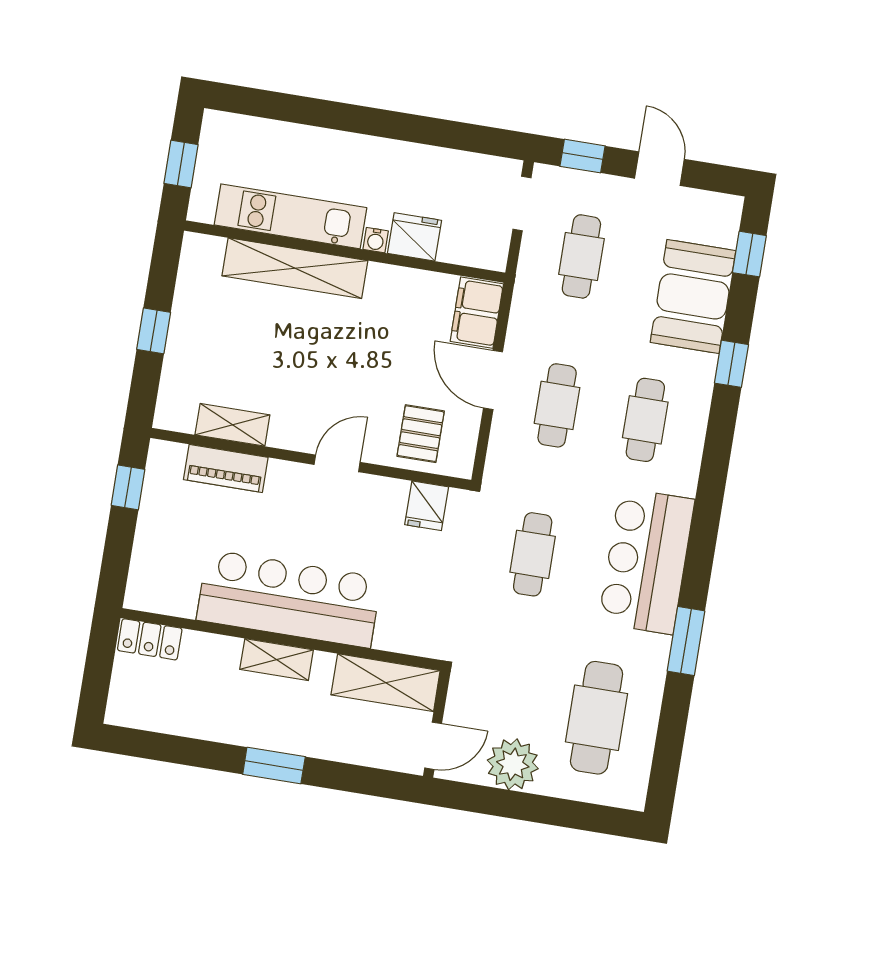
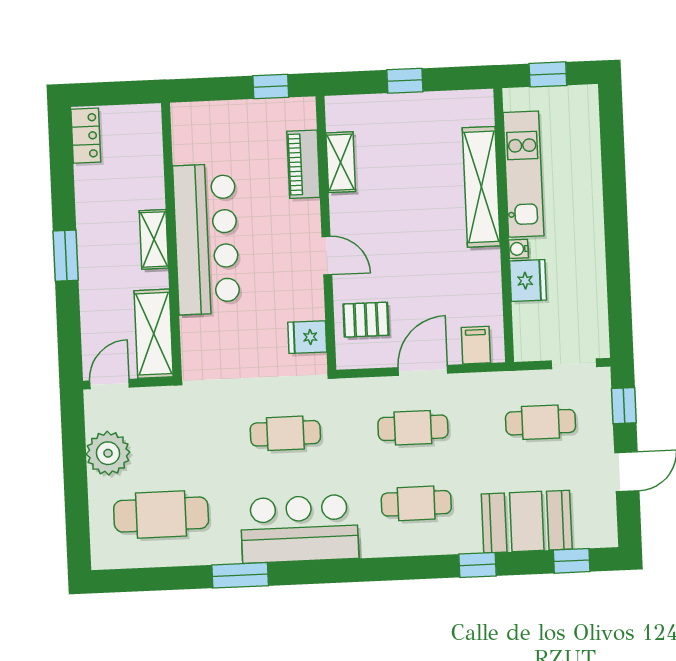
filing cabinet: (477, 313) -> (476, 345), width x0.50
locker: (150, 639) -> (86, 136), moved, turned 180
door: (433, 746) -> (110, 384), swing flipped

